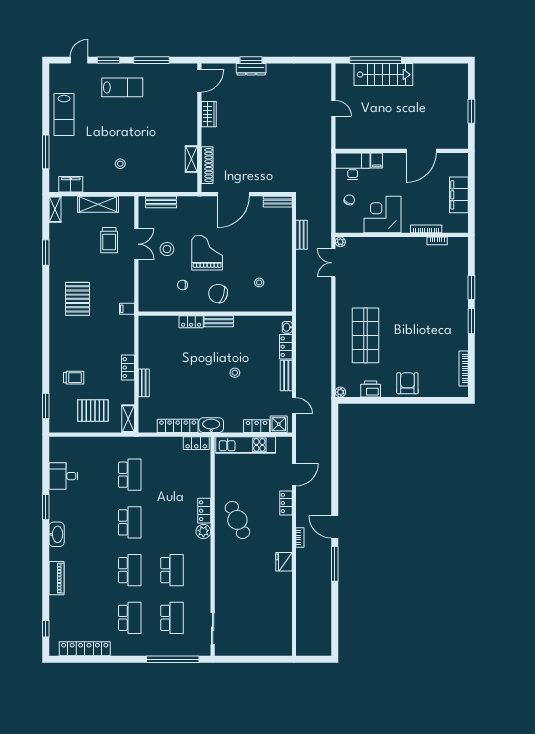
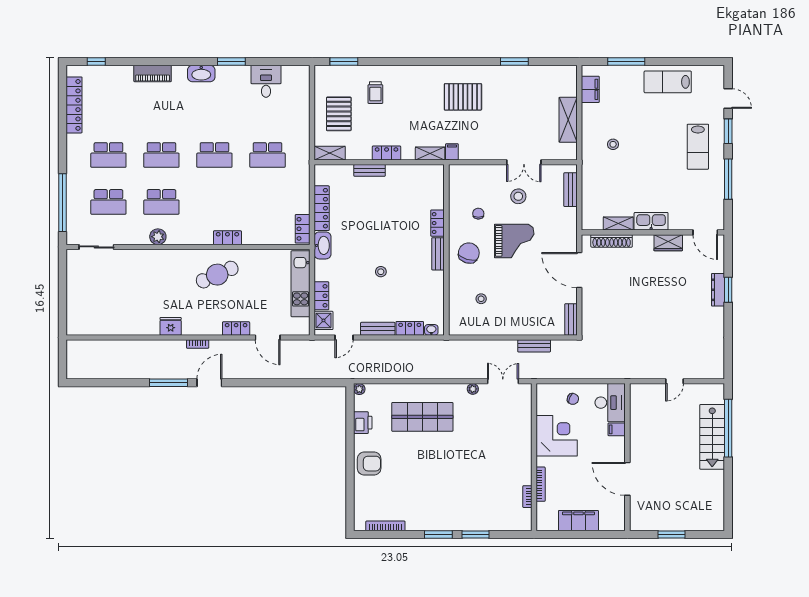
kitchen sink: (189, 130) -> (651, 221), added
shelving: (55, 209) -> (430, 154), moved
trolley: (109, 240) -> (528, 132), removed
plant: (340, 242) -> (473, 389), moved
plant: (203, 531) -> (158, 237), moved

